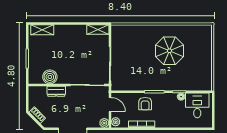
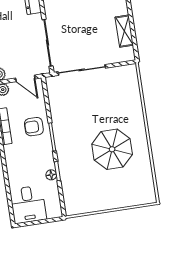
shelving: (98, 30) -> (124, 31), moved
door: (110, 105) -> (25, 78), hinge flipped
desk: (197, 105) -> (28, 204), moved, turned 90

